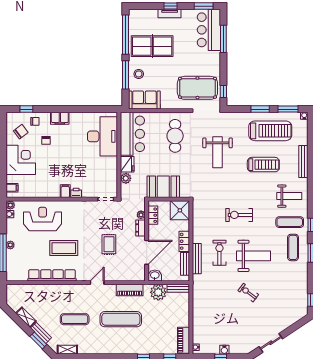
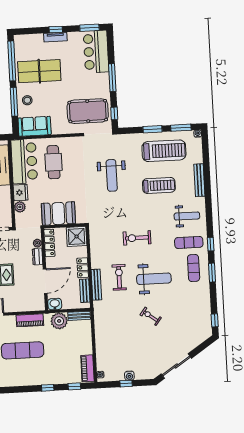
window: (223, 39) -> (112, 78), moved
cafe table: (175, 136) -> (53, 162), moved
locker: (153, 215) -> (49, 243), width x1.53
sliding door: (271, 343) -> (176, 366), width x1.37

